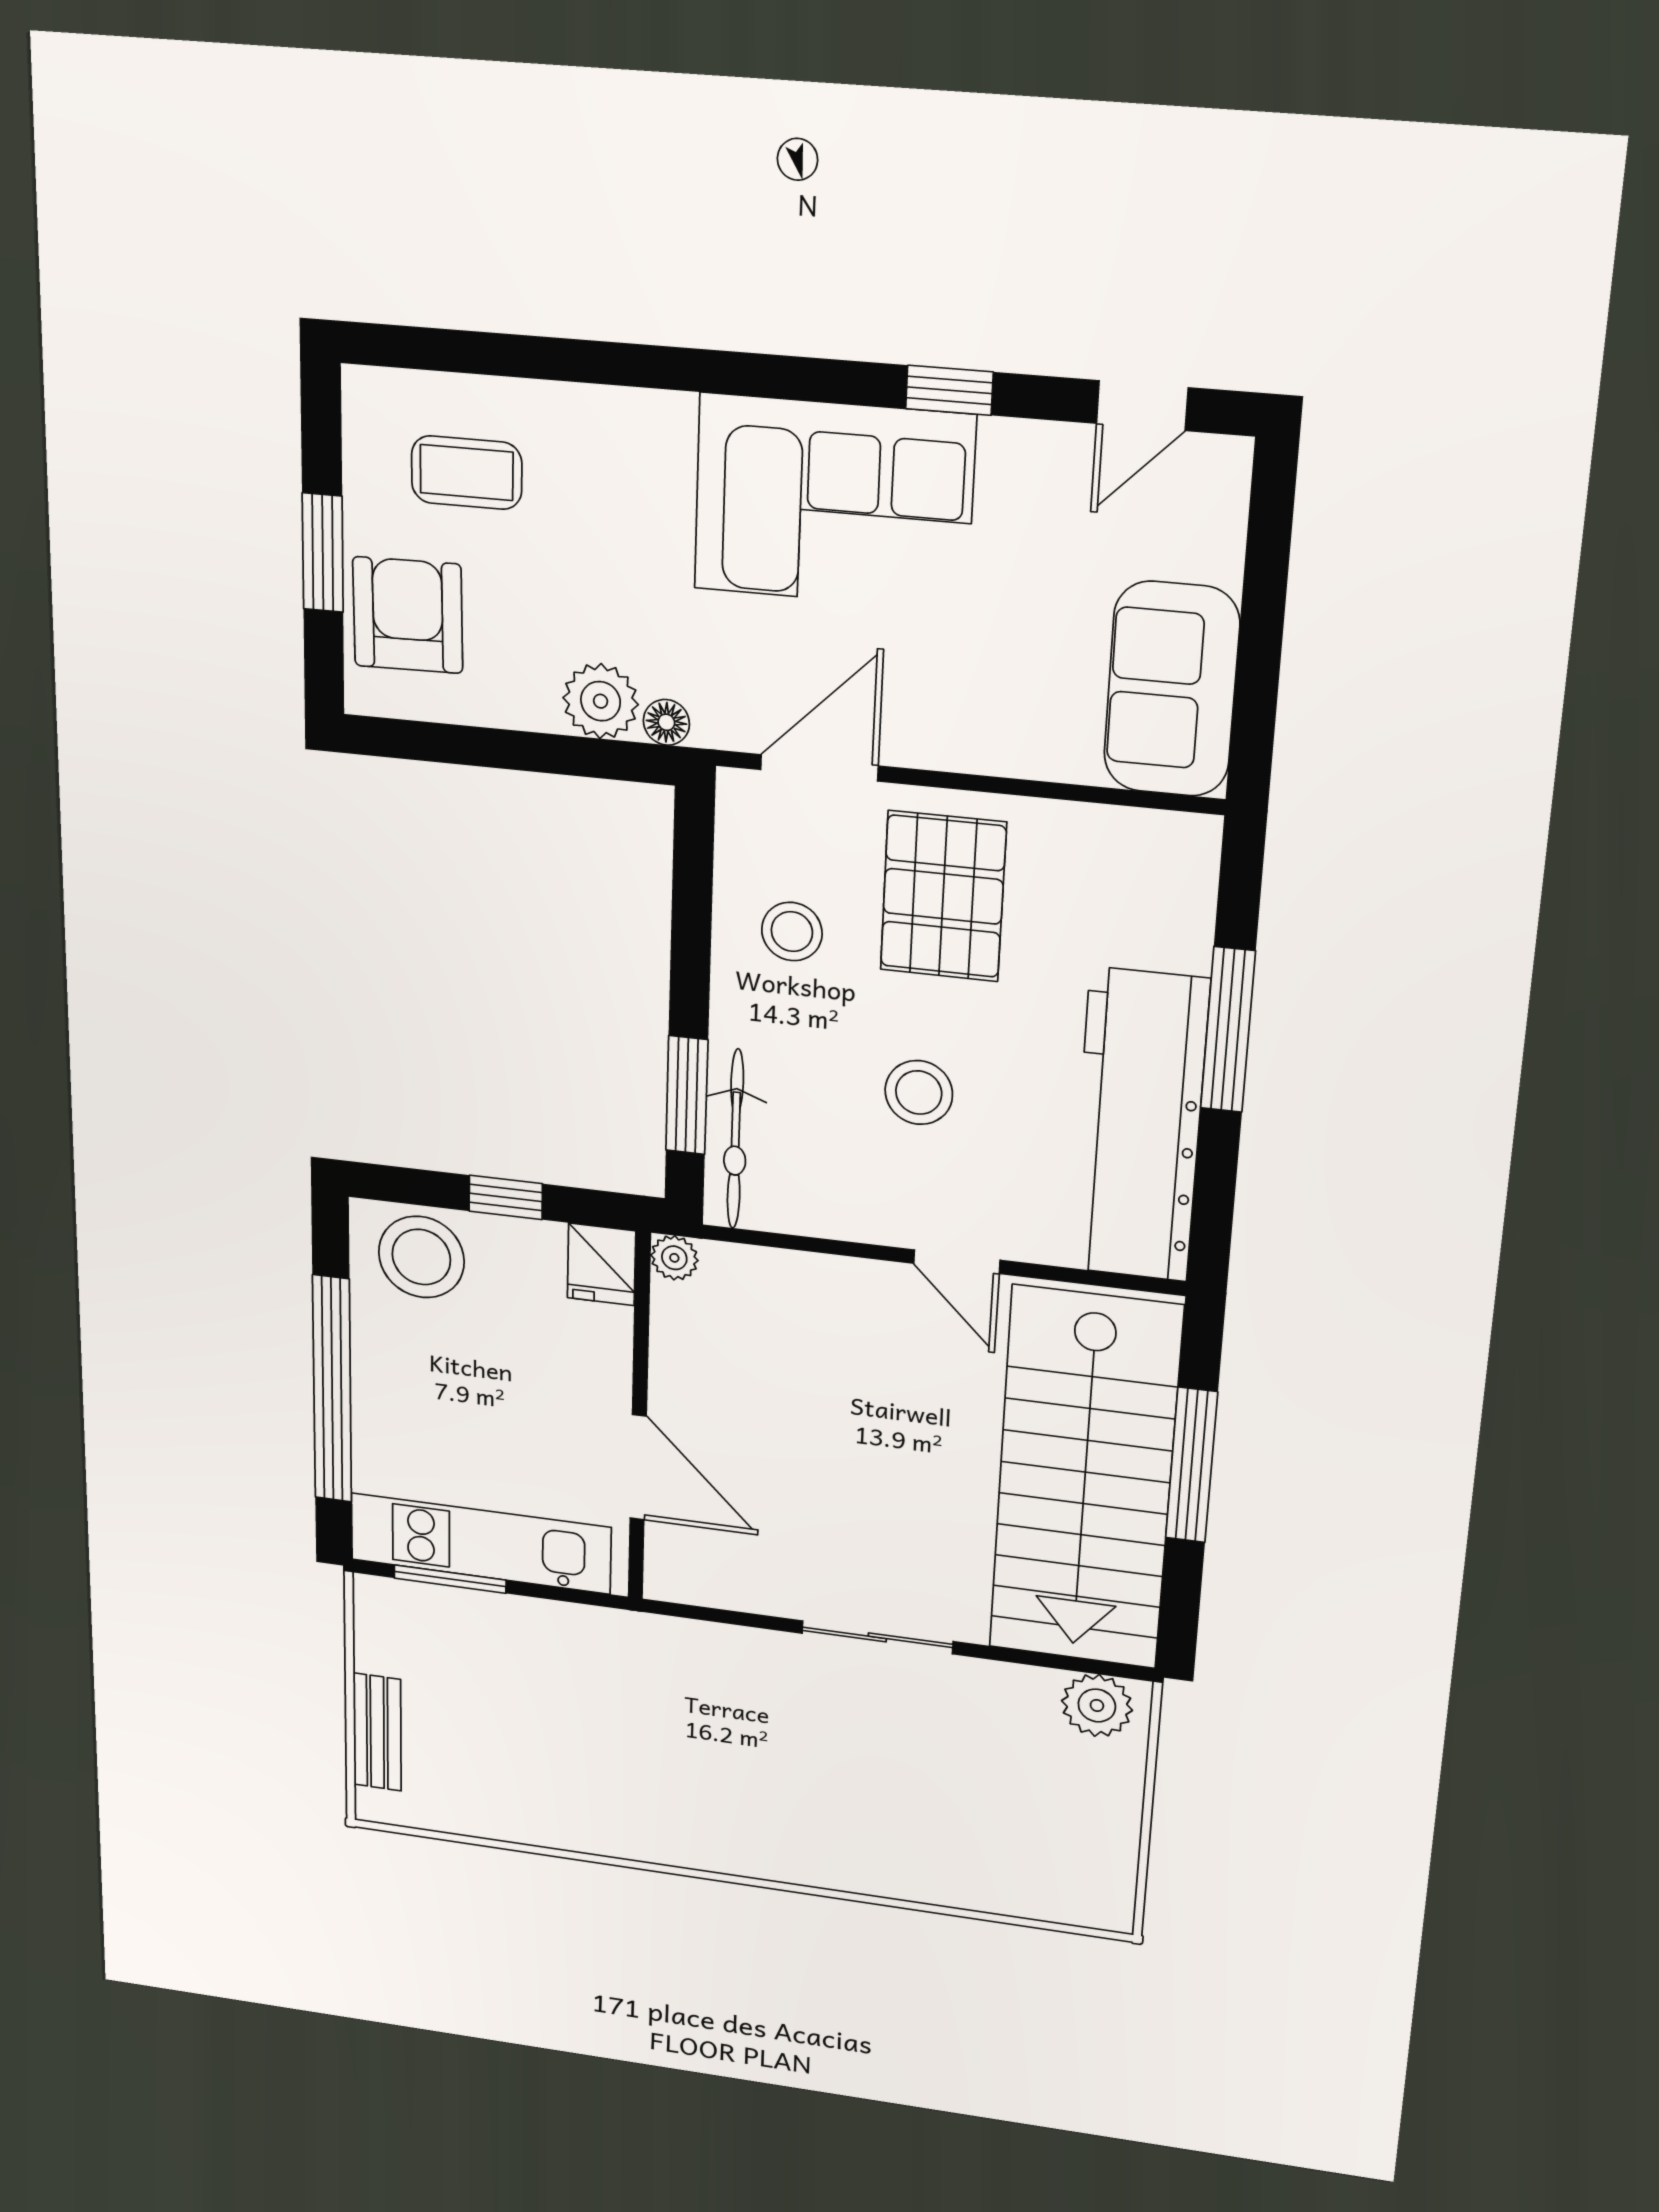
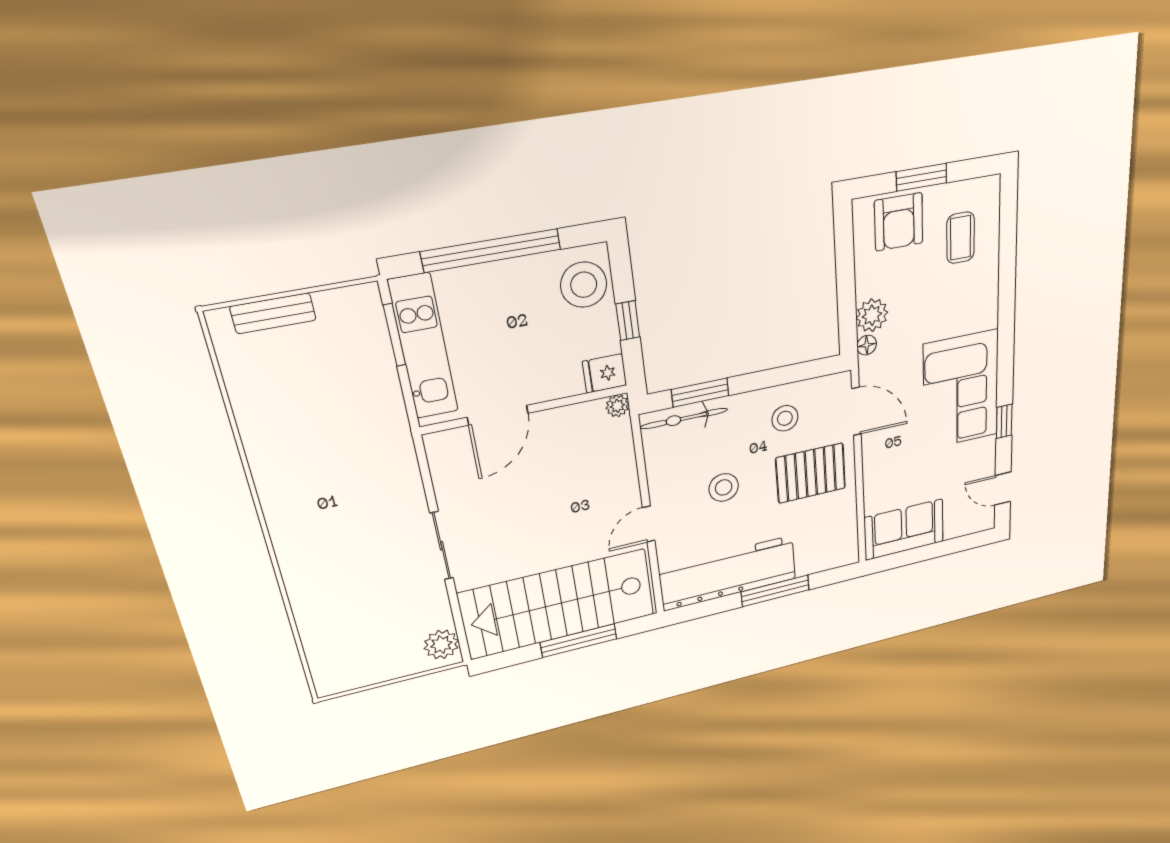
armchair: (408, 615) -> (899, 222), turned 91

